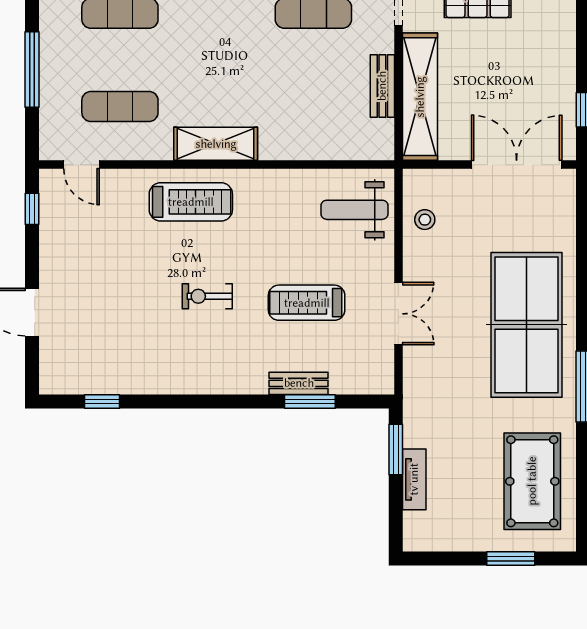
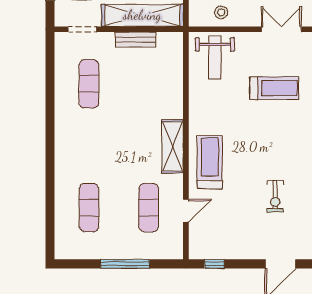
door: (82, 165) -> (186, 211), moved
exercise bike: (207, 296) -> (275, 196), moved
treadmill: (307, 303) -> (274, 88), turned -90

